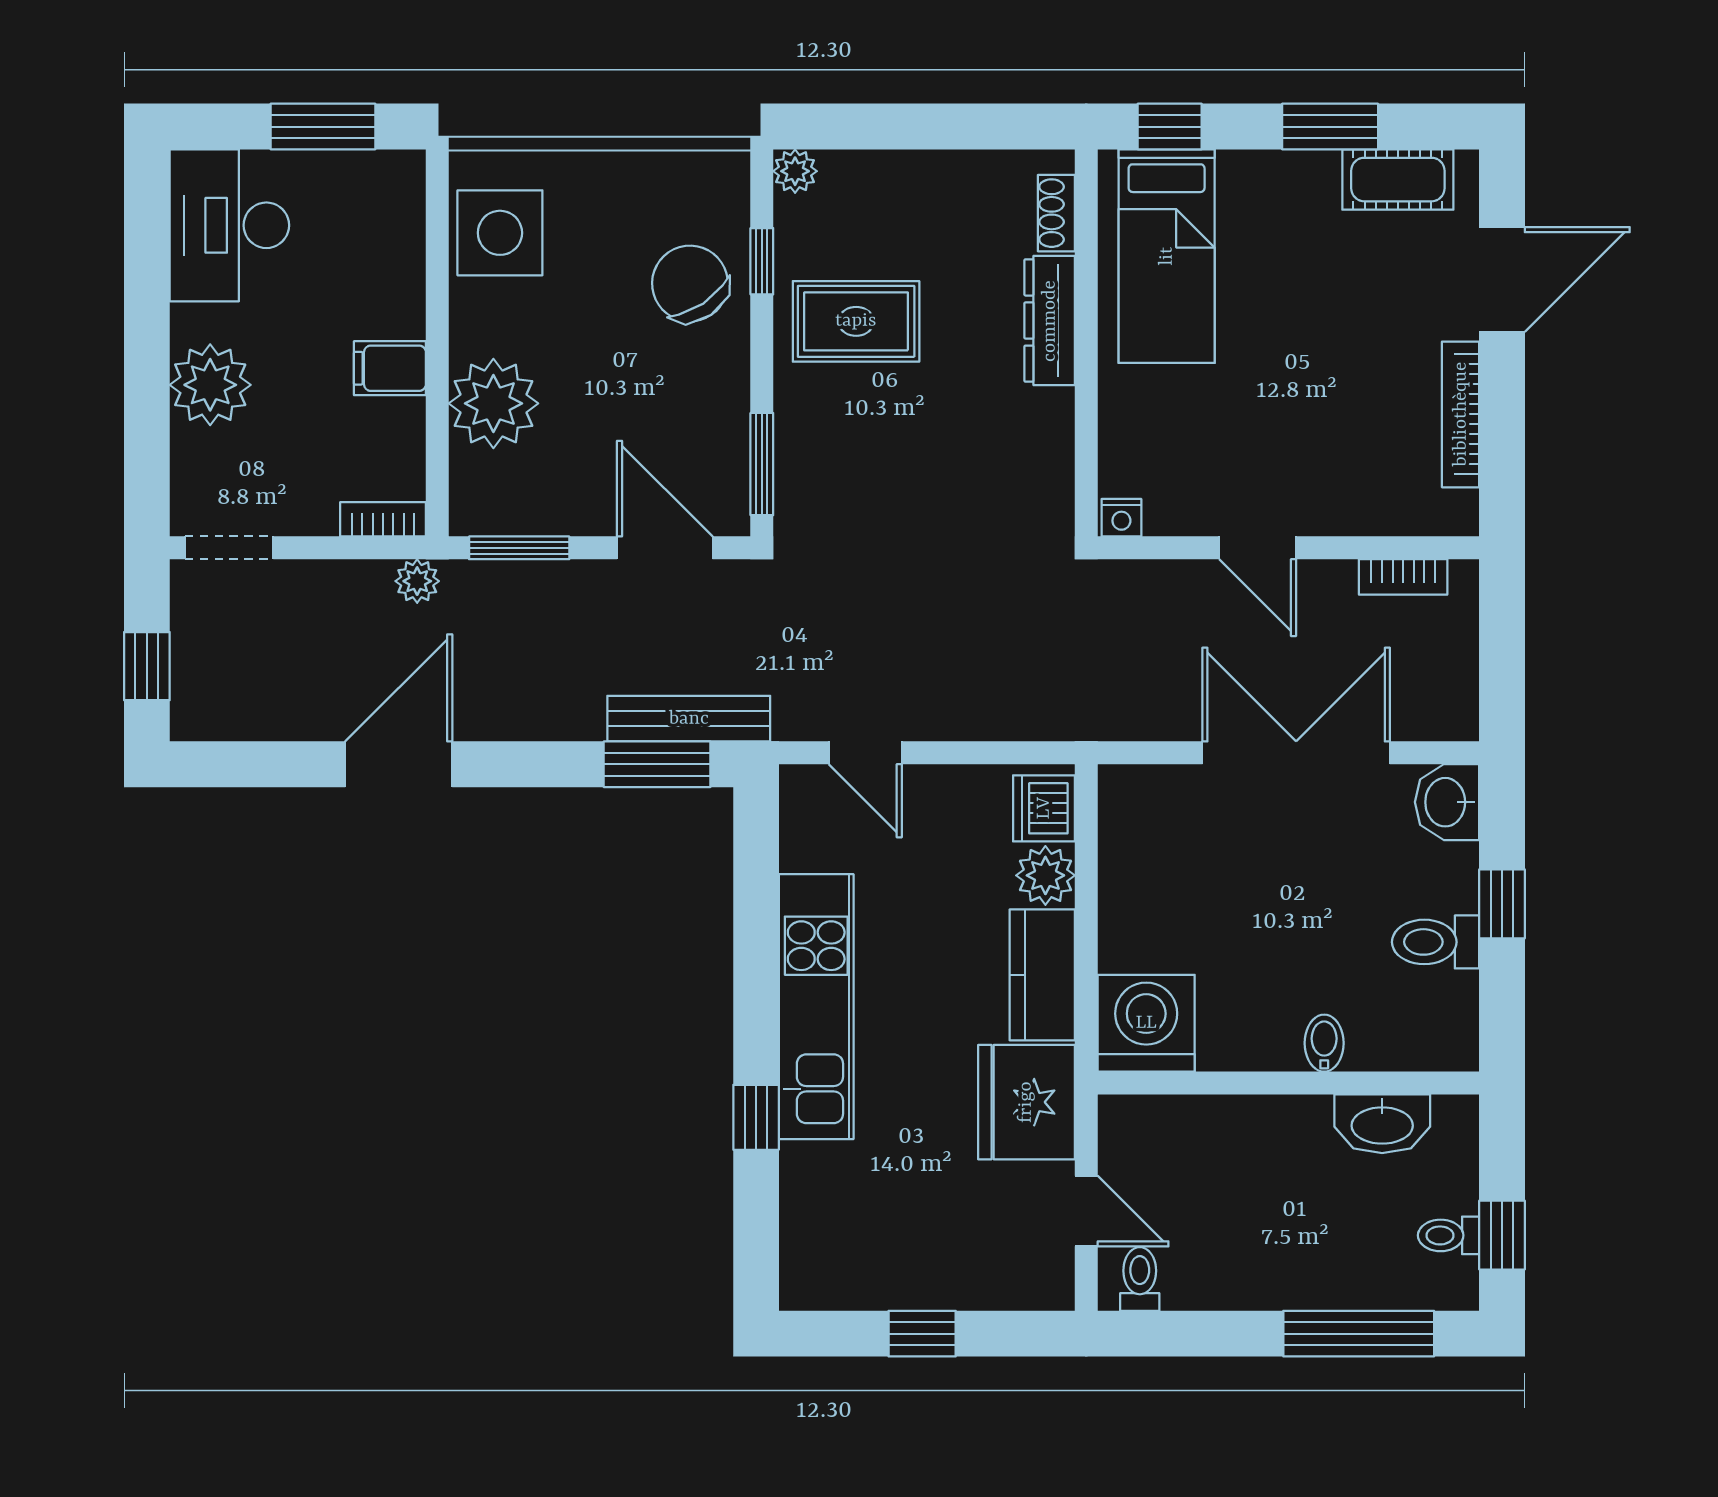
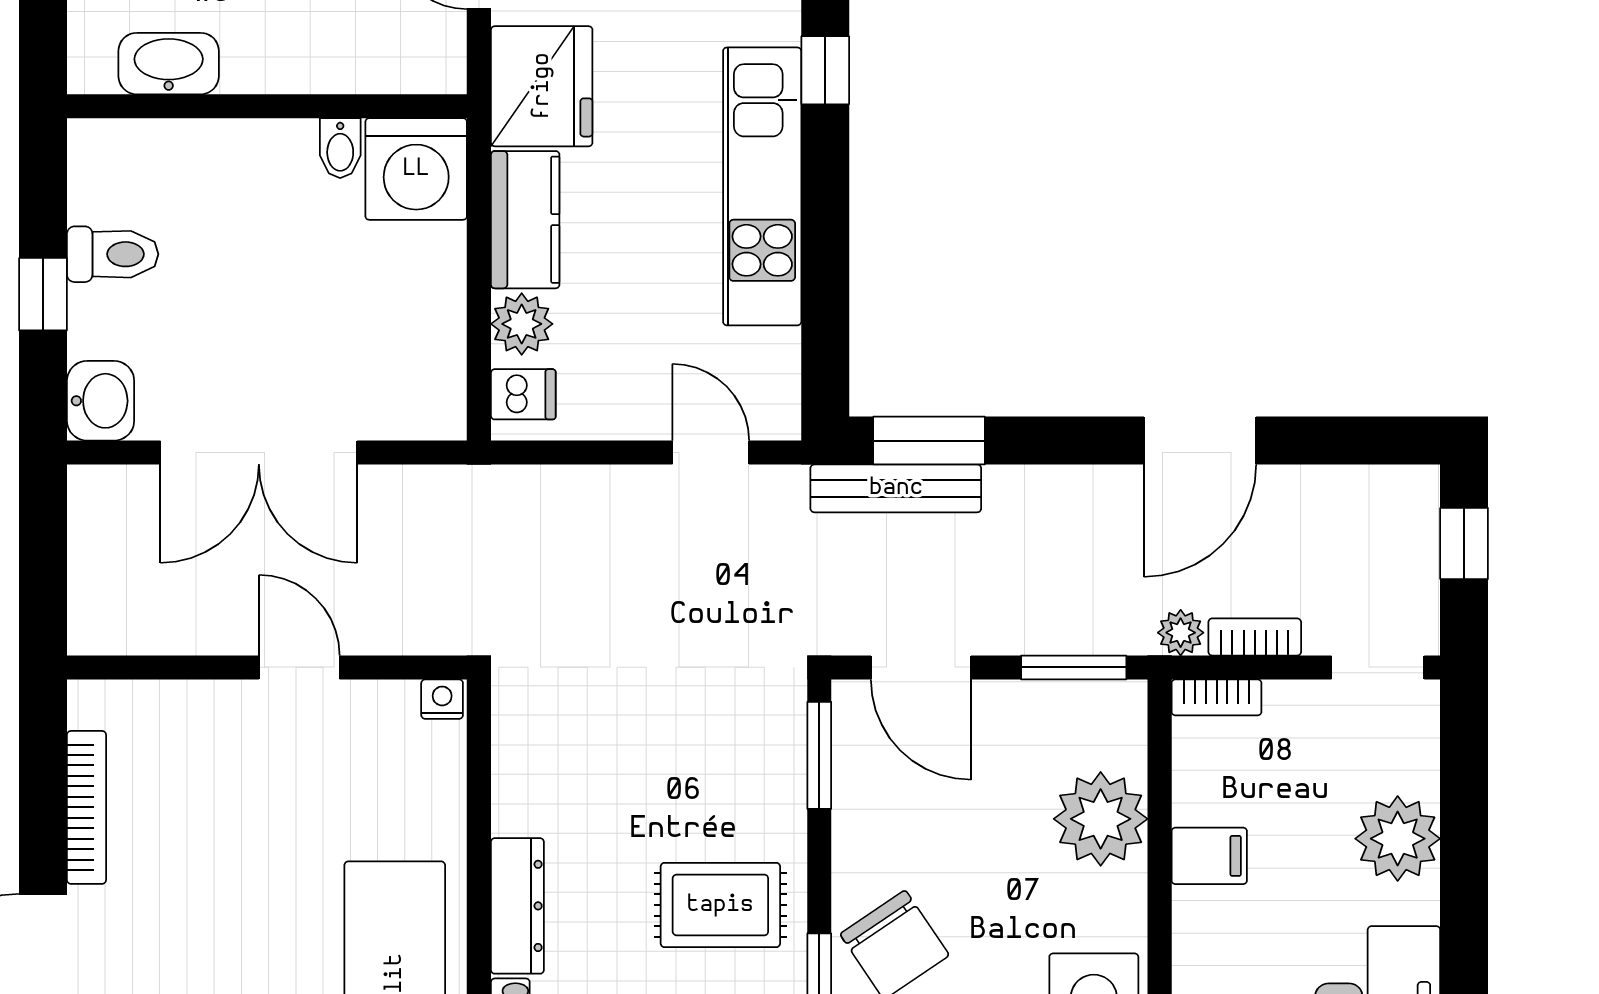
bookcase: (1403, 577) -> (1255, 637), moved
dishwasher: (1044, 808) -> (523, 394), width x0.73
bidet: (1324, 1043) -> (340, 148), moved

